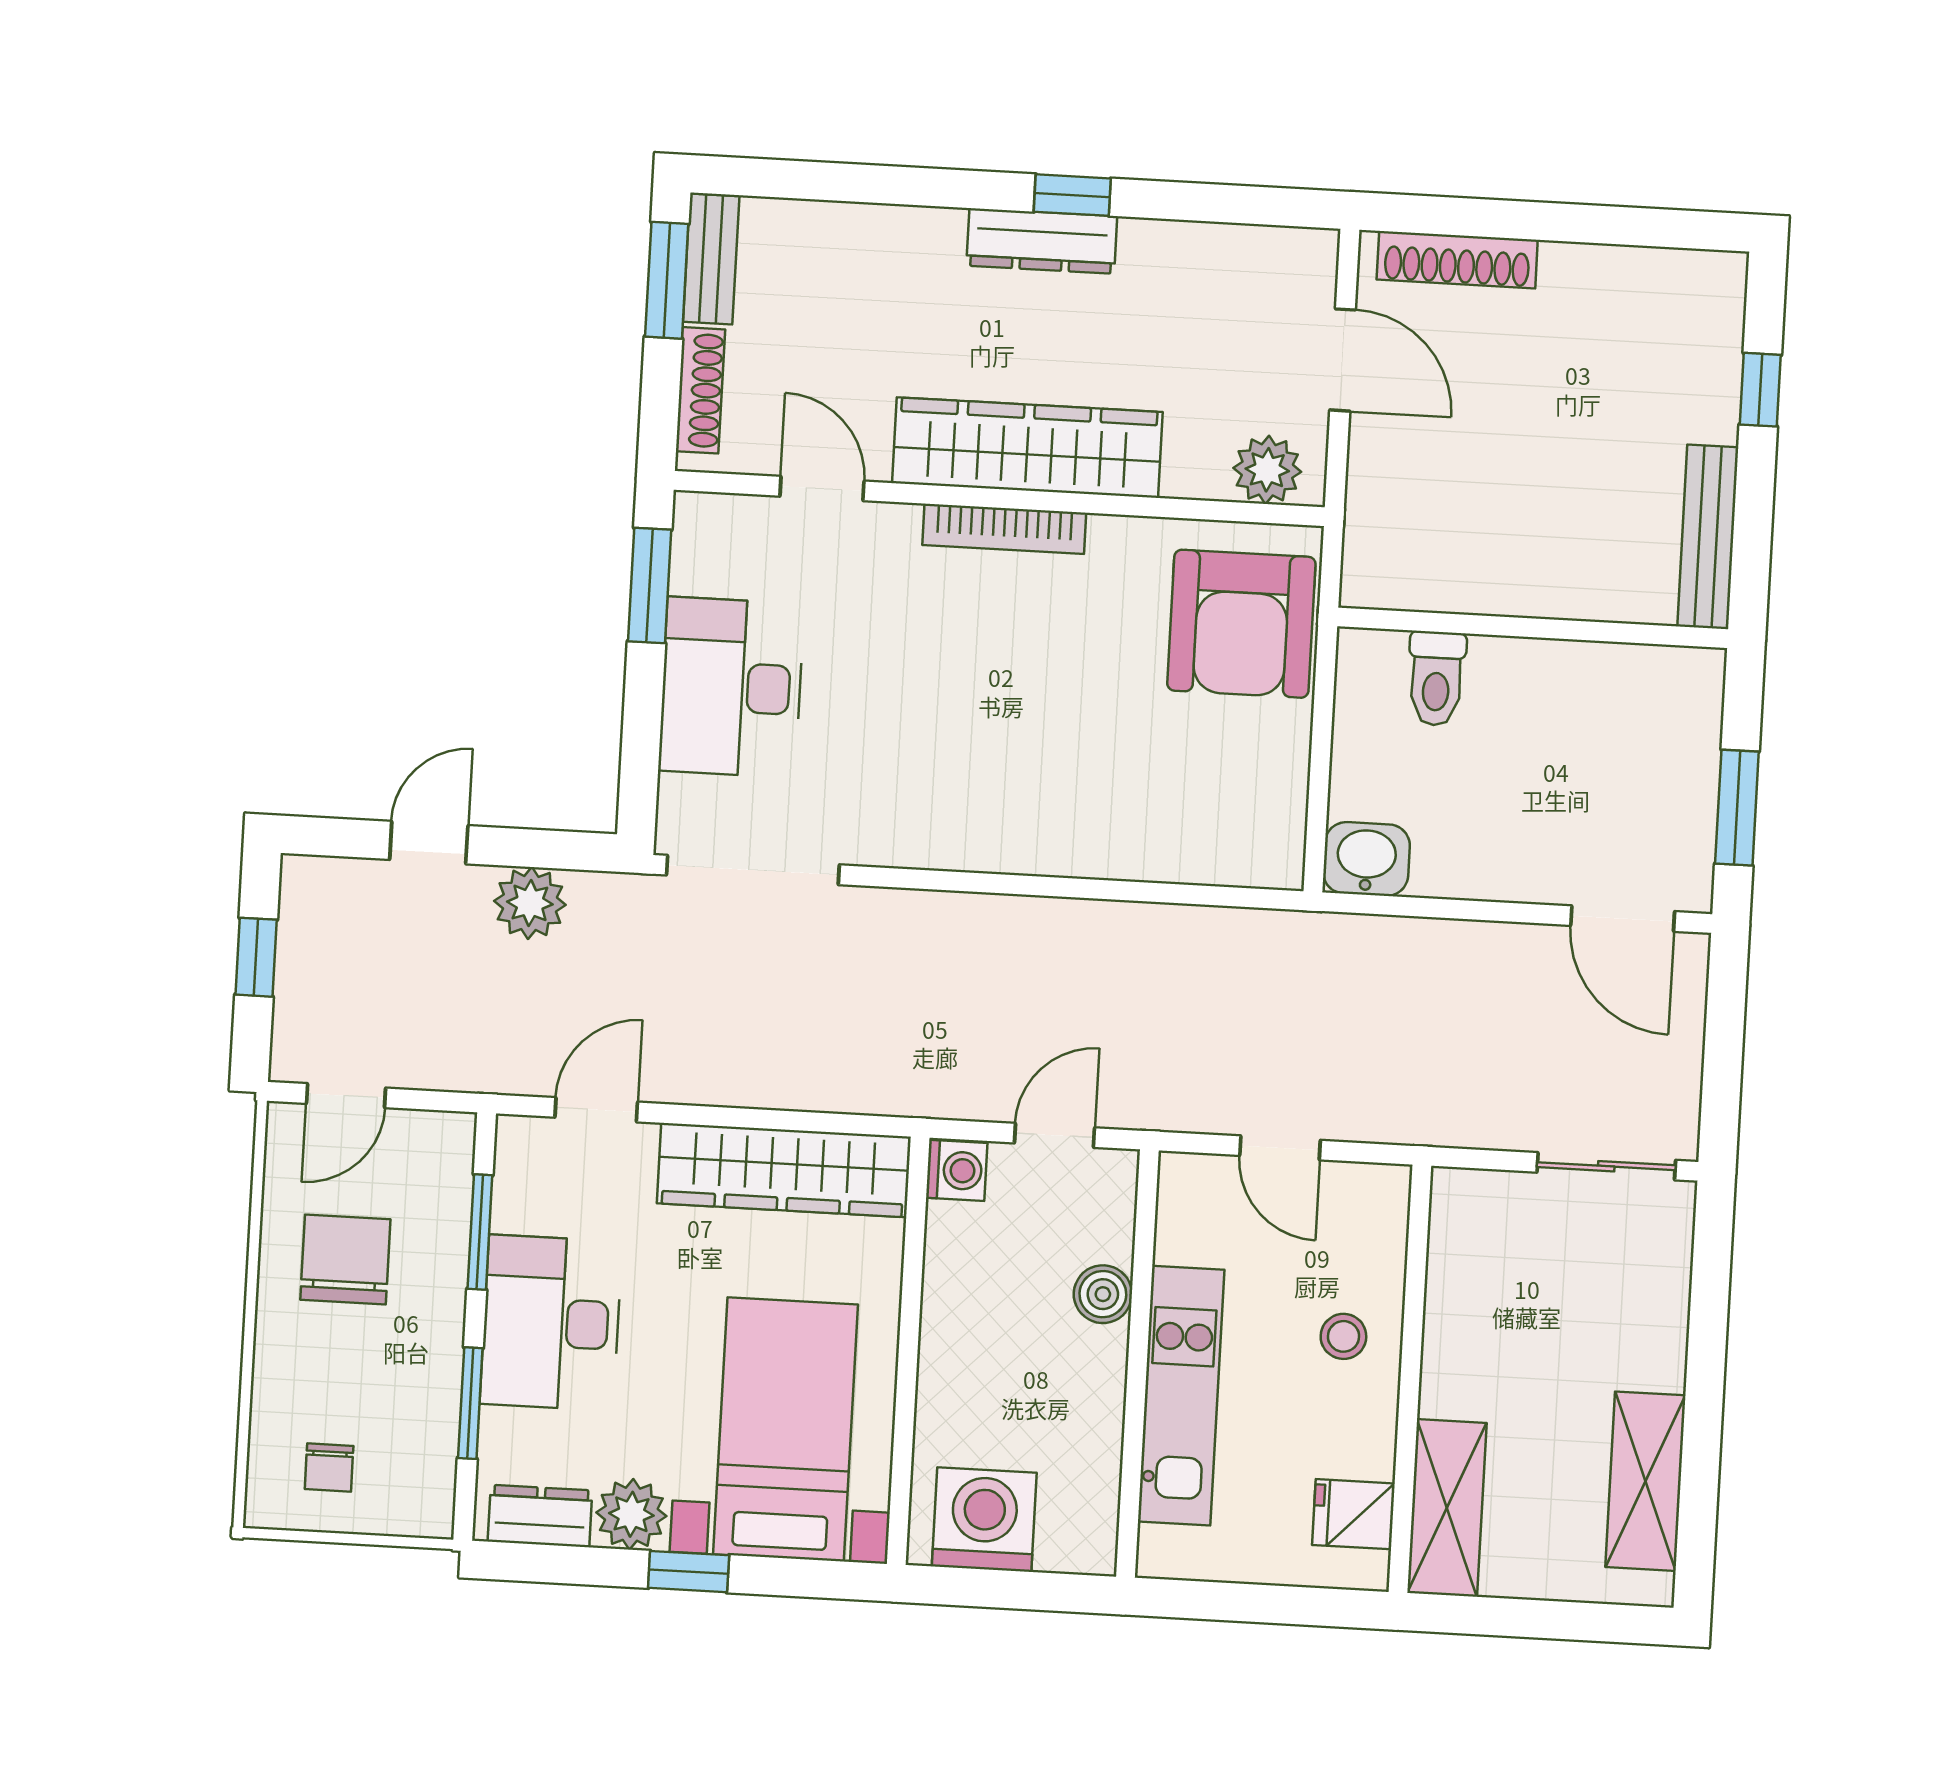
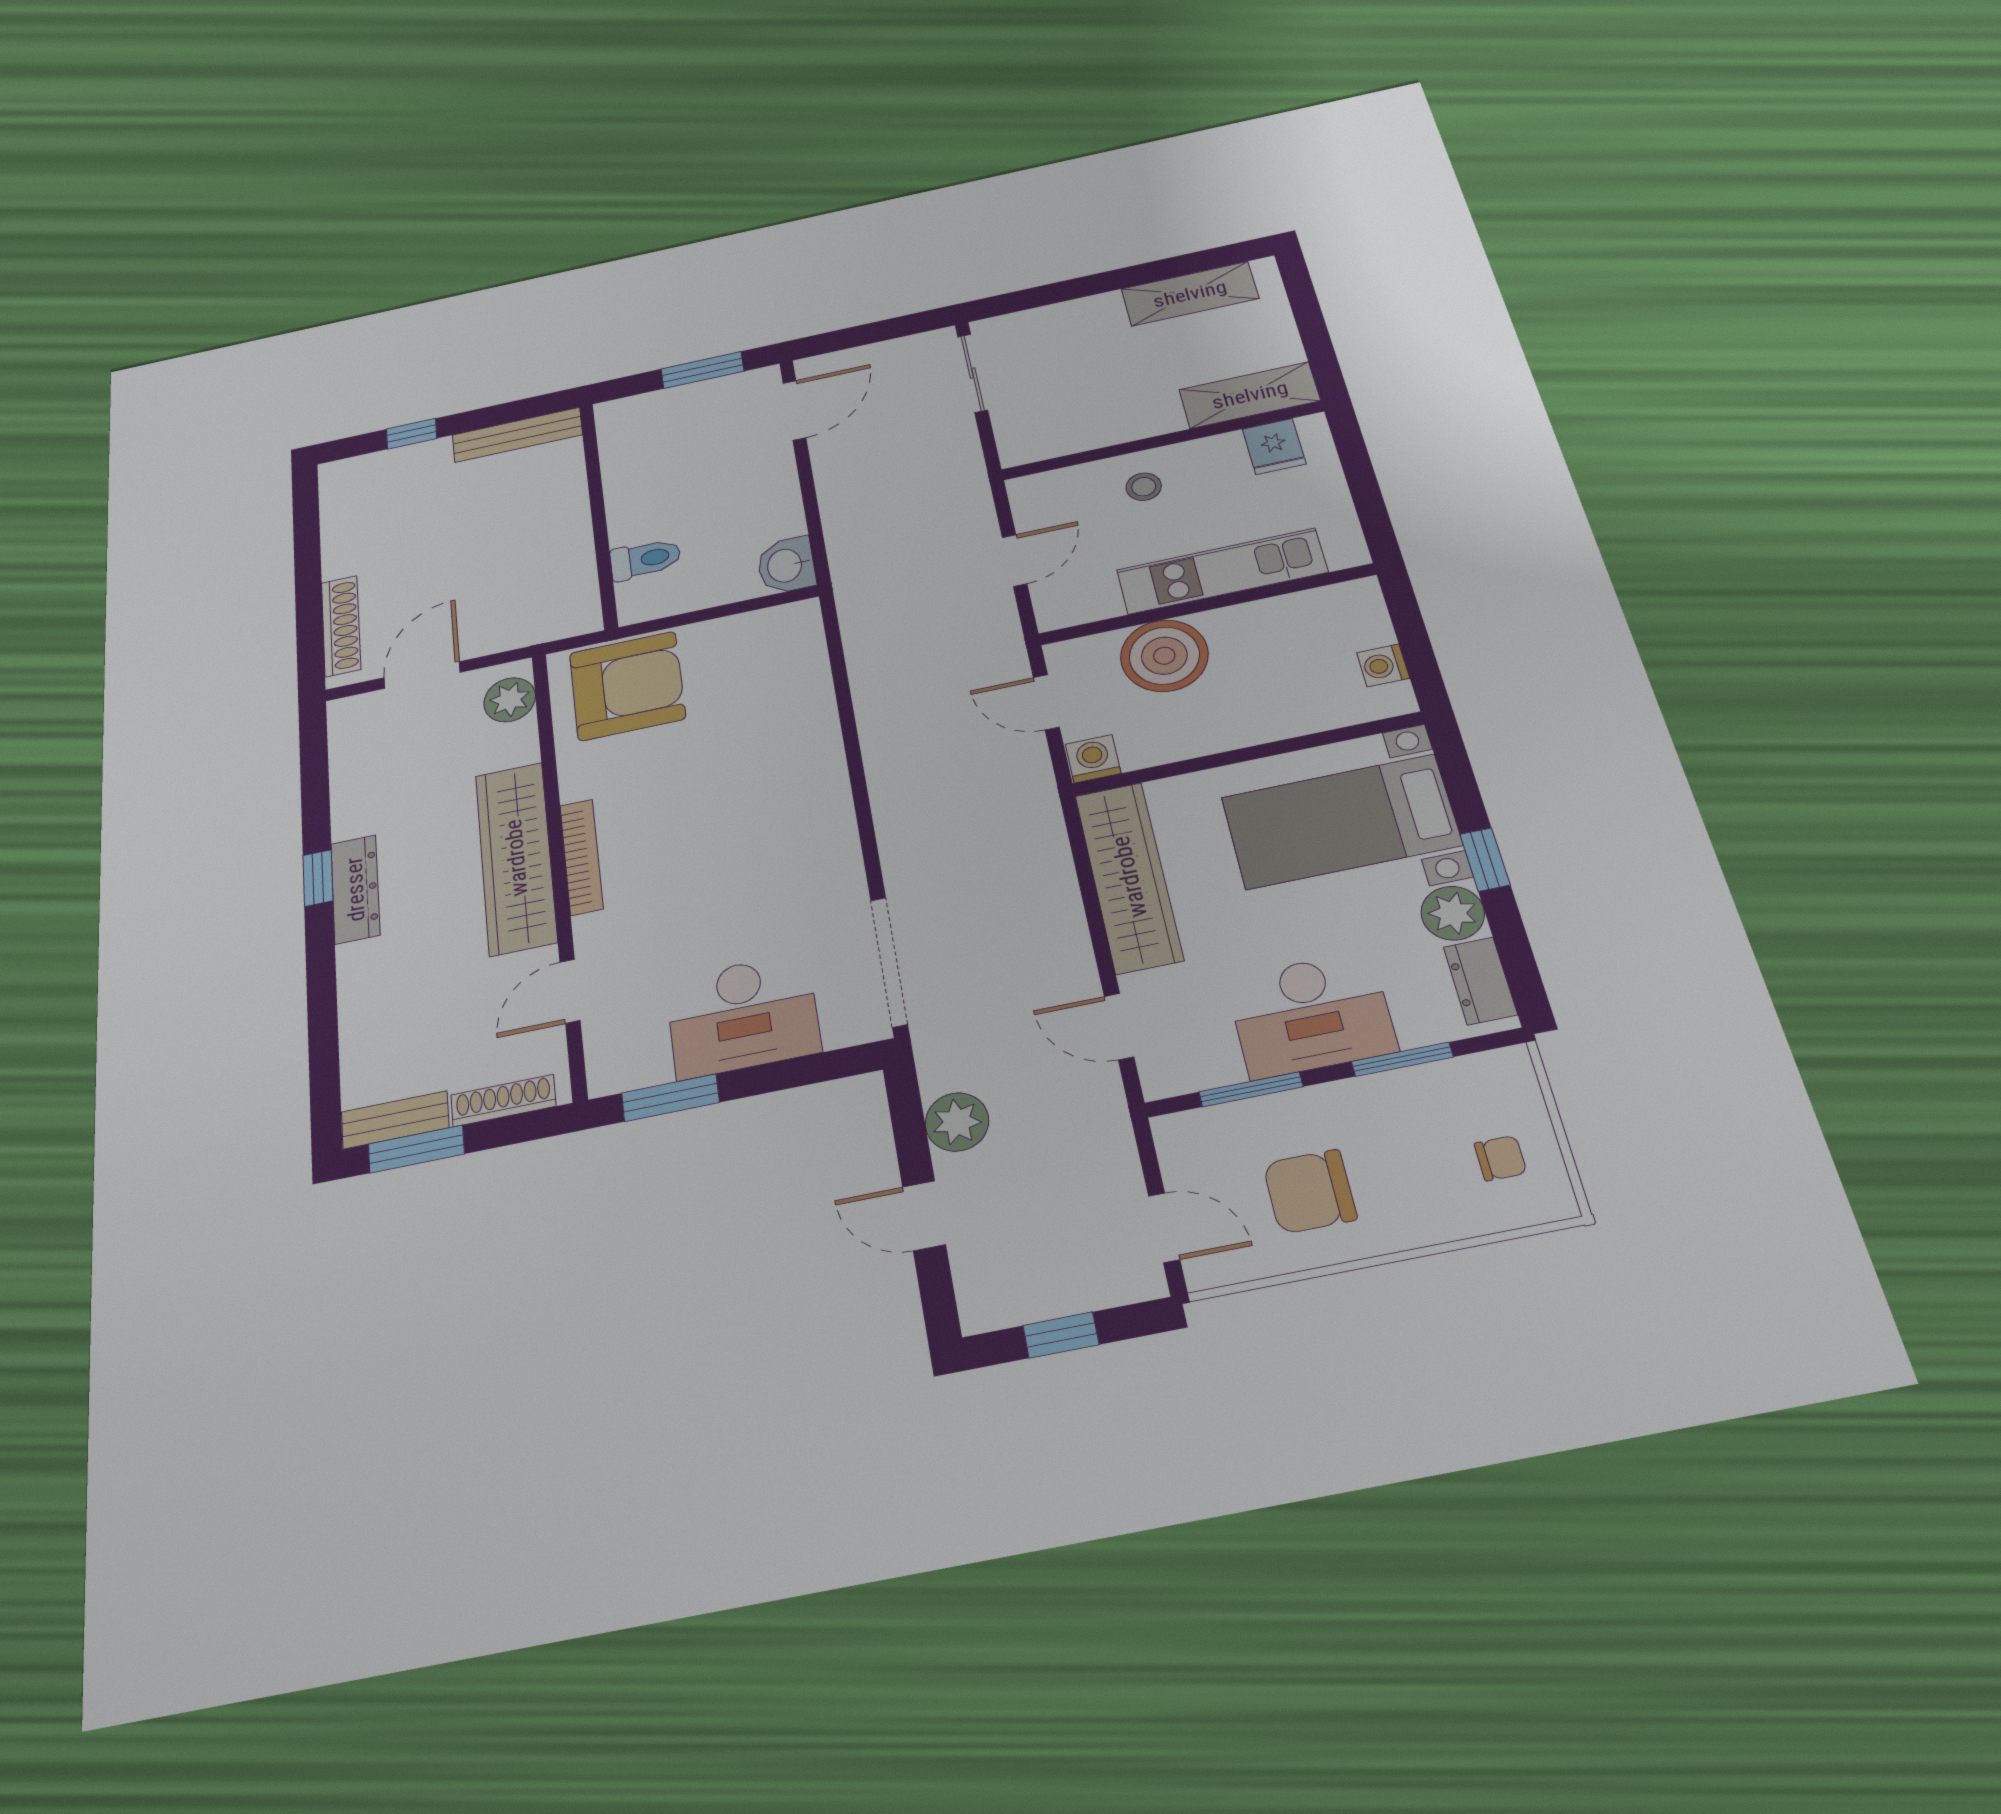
boiler: (1103, 1294) -> (1164, 656), width x1.86, depth x1.86
washing machine: (984, 1520) -> (1383, 665), width x0.53, depth x0.53

